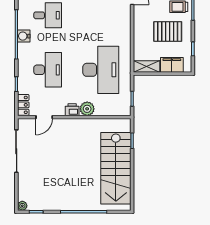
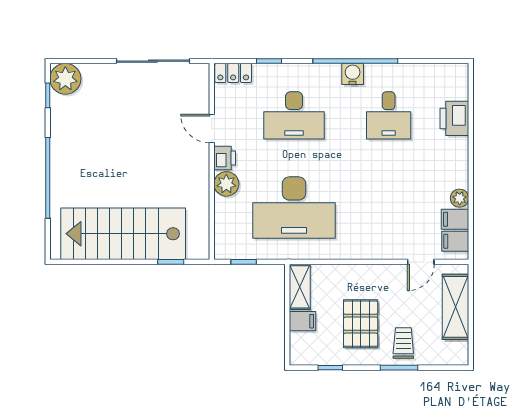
filing cabinet: (172, 65) -> (303, 321), width x0.50
door: (44, 117) -> (212, 129), moved
plant: (22, 206) -> (65, 79), width x1.87, depth x1.87

